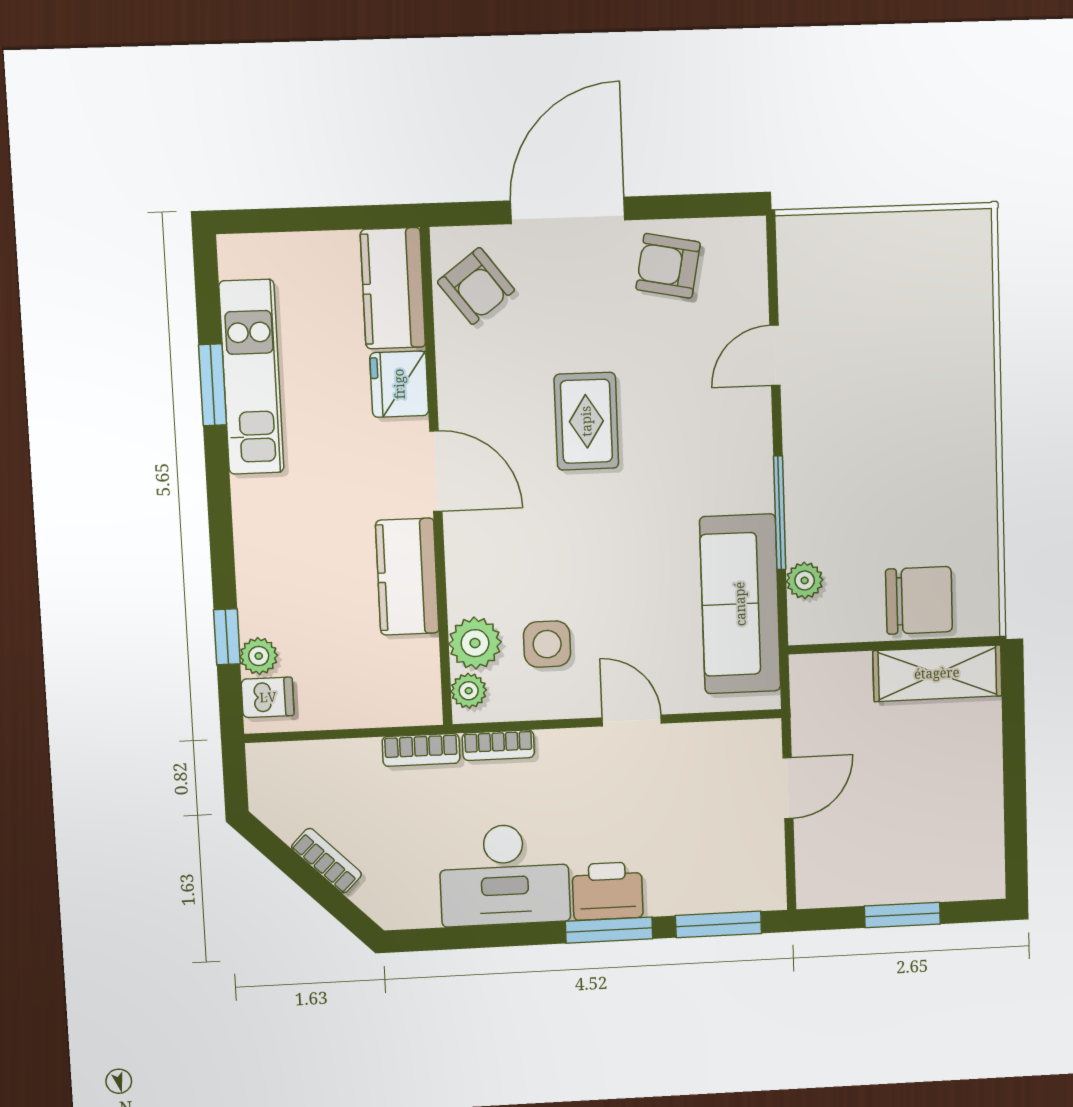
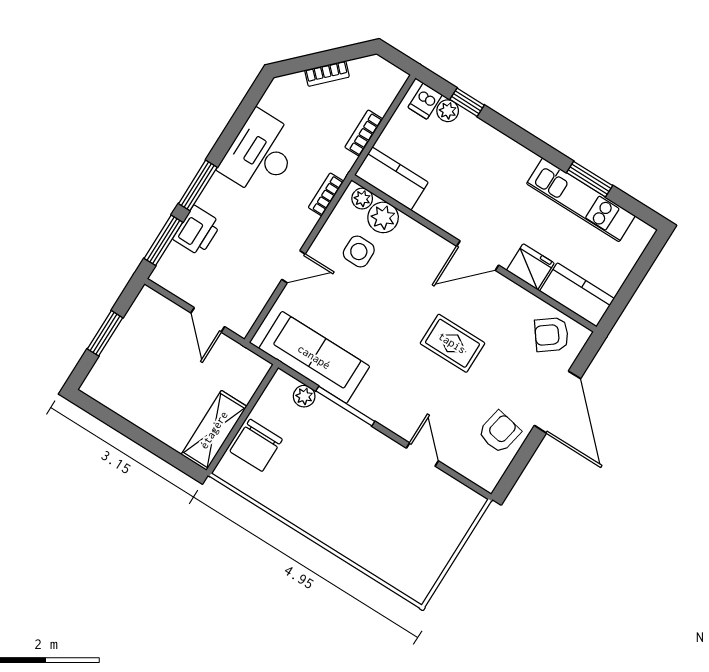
kitchen counter: (407, 577) -> (391, 179), moved
bookcase: (421, 750) -> (364, 133), moved
printer: (608, 891) -> (197, 231), moved

